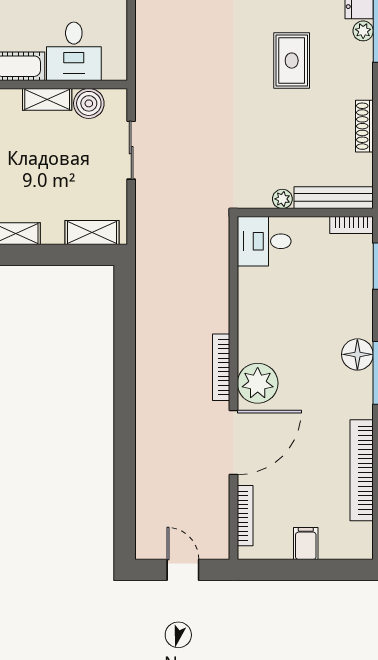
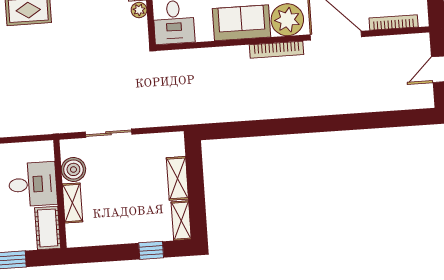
shelving: (92, 232) -> (177, 178), moved
sofa: (258, 326) -> (242, 23), added

